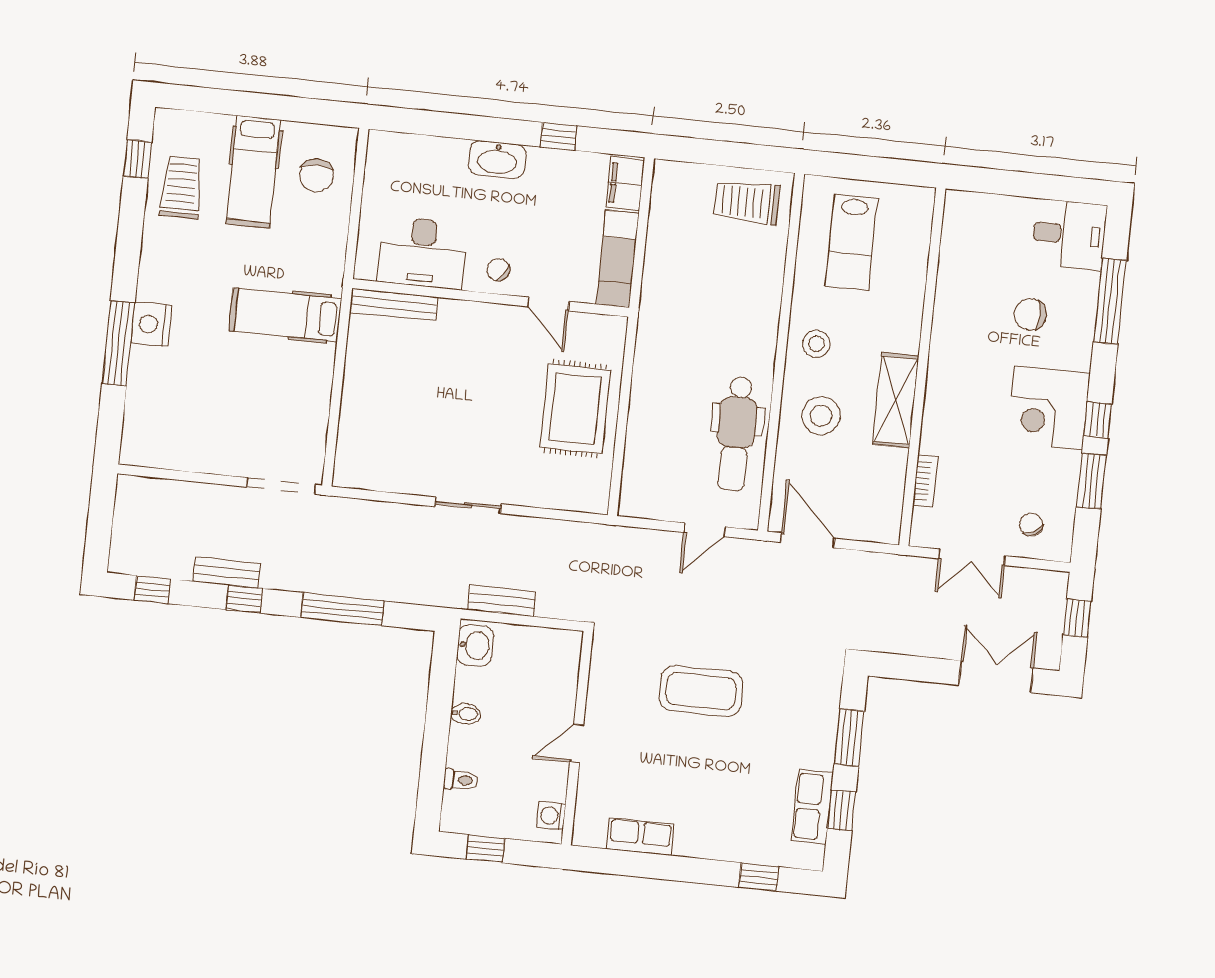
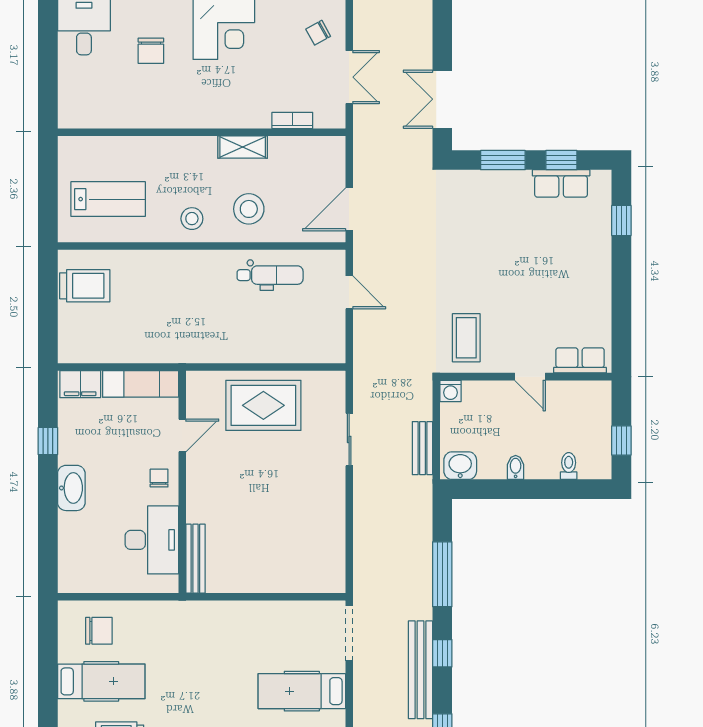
trolley: (747, 202) -> (85, 286), turned -90
chair: (498, 270) -> (159, 478), turned 144
hospital bed: (285, 315) -> (302, 691), moved, turned 90
shelving: (896, 400) -> (243, 147), width x0.67, depth x0.75
dental chair: (736, 434) -> (270, 275), width x0.73, depth x0.72
sliding door: (468, 505) -> (349, 439), moved
bench: (226, 572) -> (420, 670), width x1.86, depth x1.21
double door: (996, 677) -> (442, 99), moved
coffee table: (701, 691) -> (466, 338), moved, width x0.73, depth x0.76
washing machine: (551, 816) -> (450, 391), moved
row of seats: (640, 837) -> (580, 360), moved, turned 90

